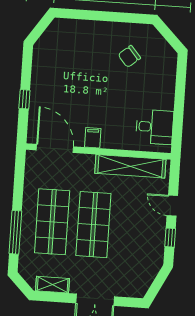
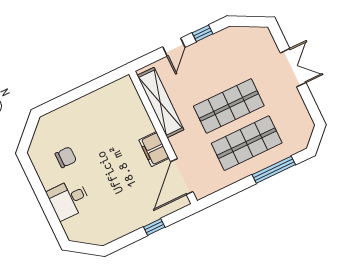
chair: (129, 56) -> (66, 157), turned -50
desk: (155, 127) -> (69, 199), moved, turned -90
filing cabinet: (93, 138) -> (154, 149), width x2.00
shelving: (53, 285) -> (301, 112), removed

